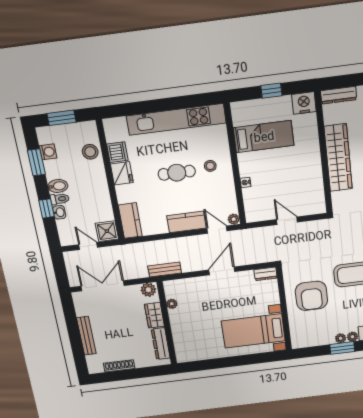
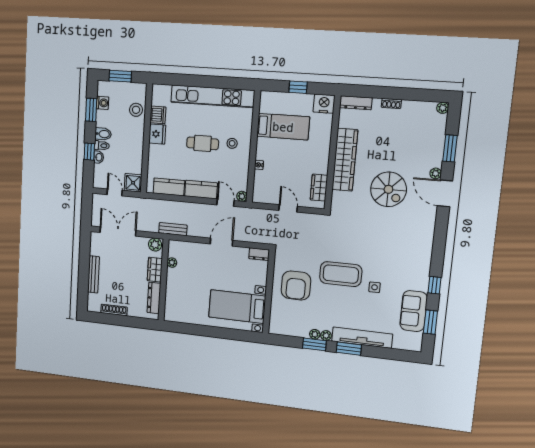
wardrobe: (316, 192) -> (319, 188), added
kitchen counter: (130, 221) -> (169, 187), moved, turned -90

